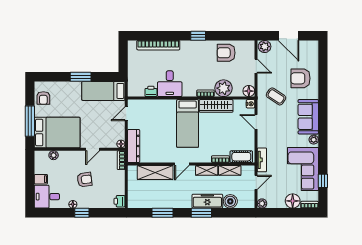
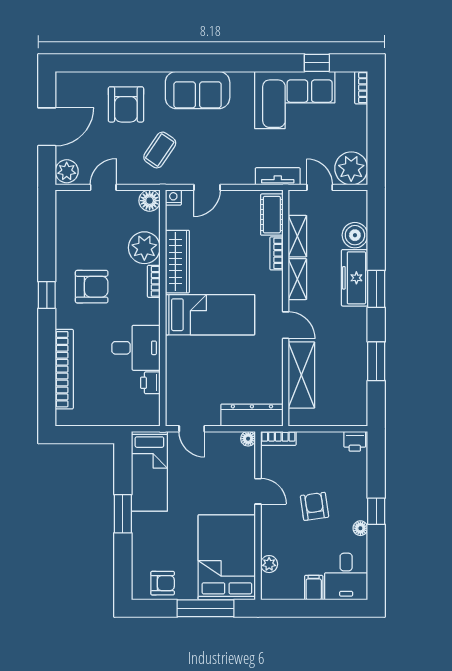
armchair: (226, 53) -> (92, 287), moved, turned -90
plant: (314, 140) -> (240, 80), removed
floor lamp: (293, 201) -> (354, 119), removed
plant: (262, 203) -> (351, 168), width x1.87, depth x1.87

